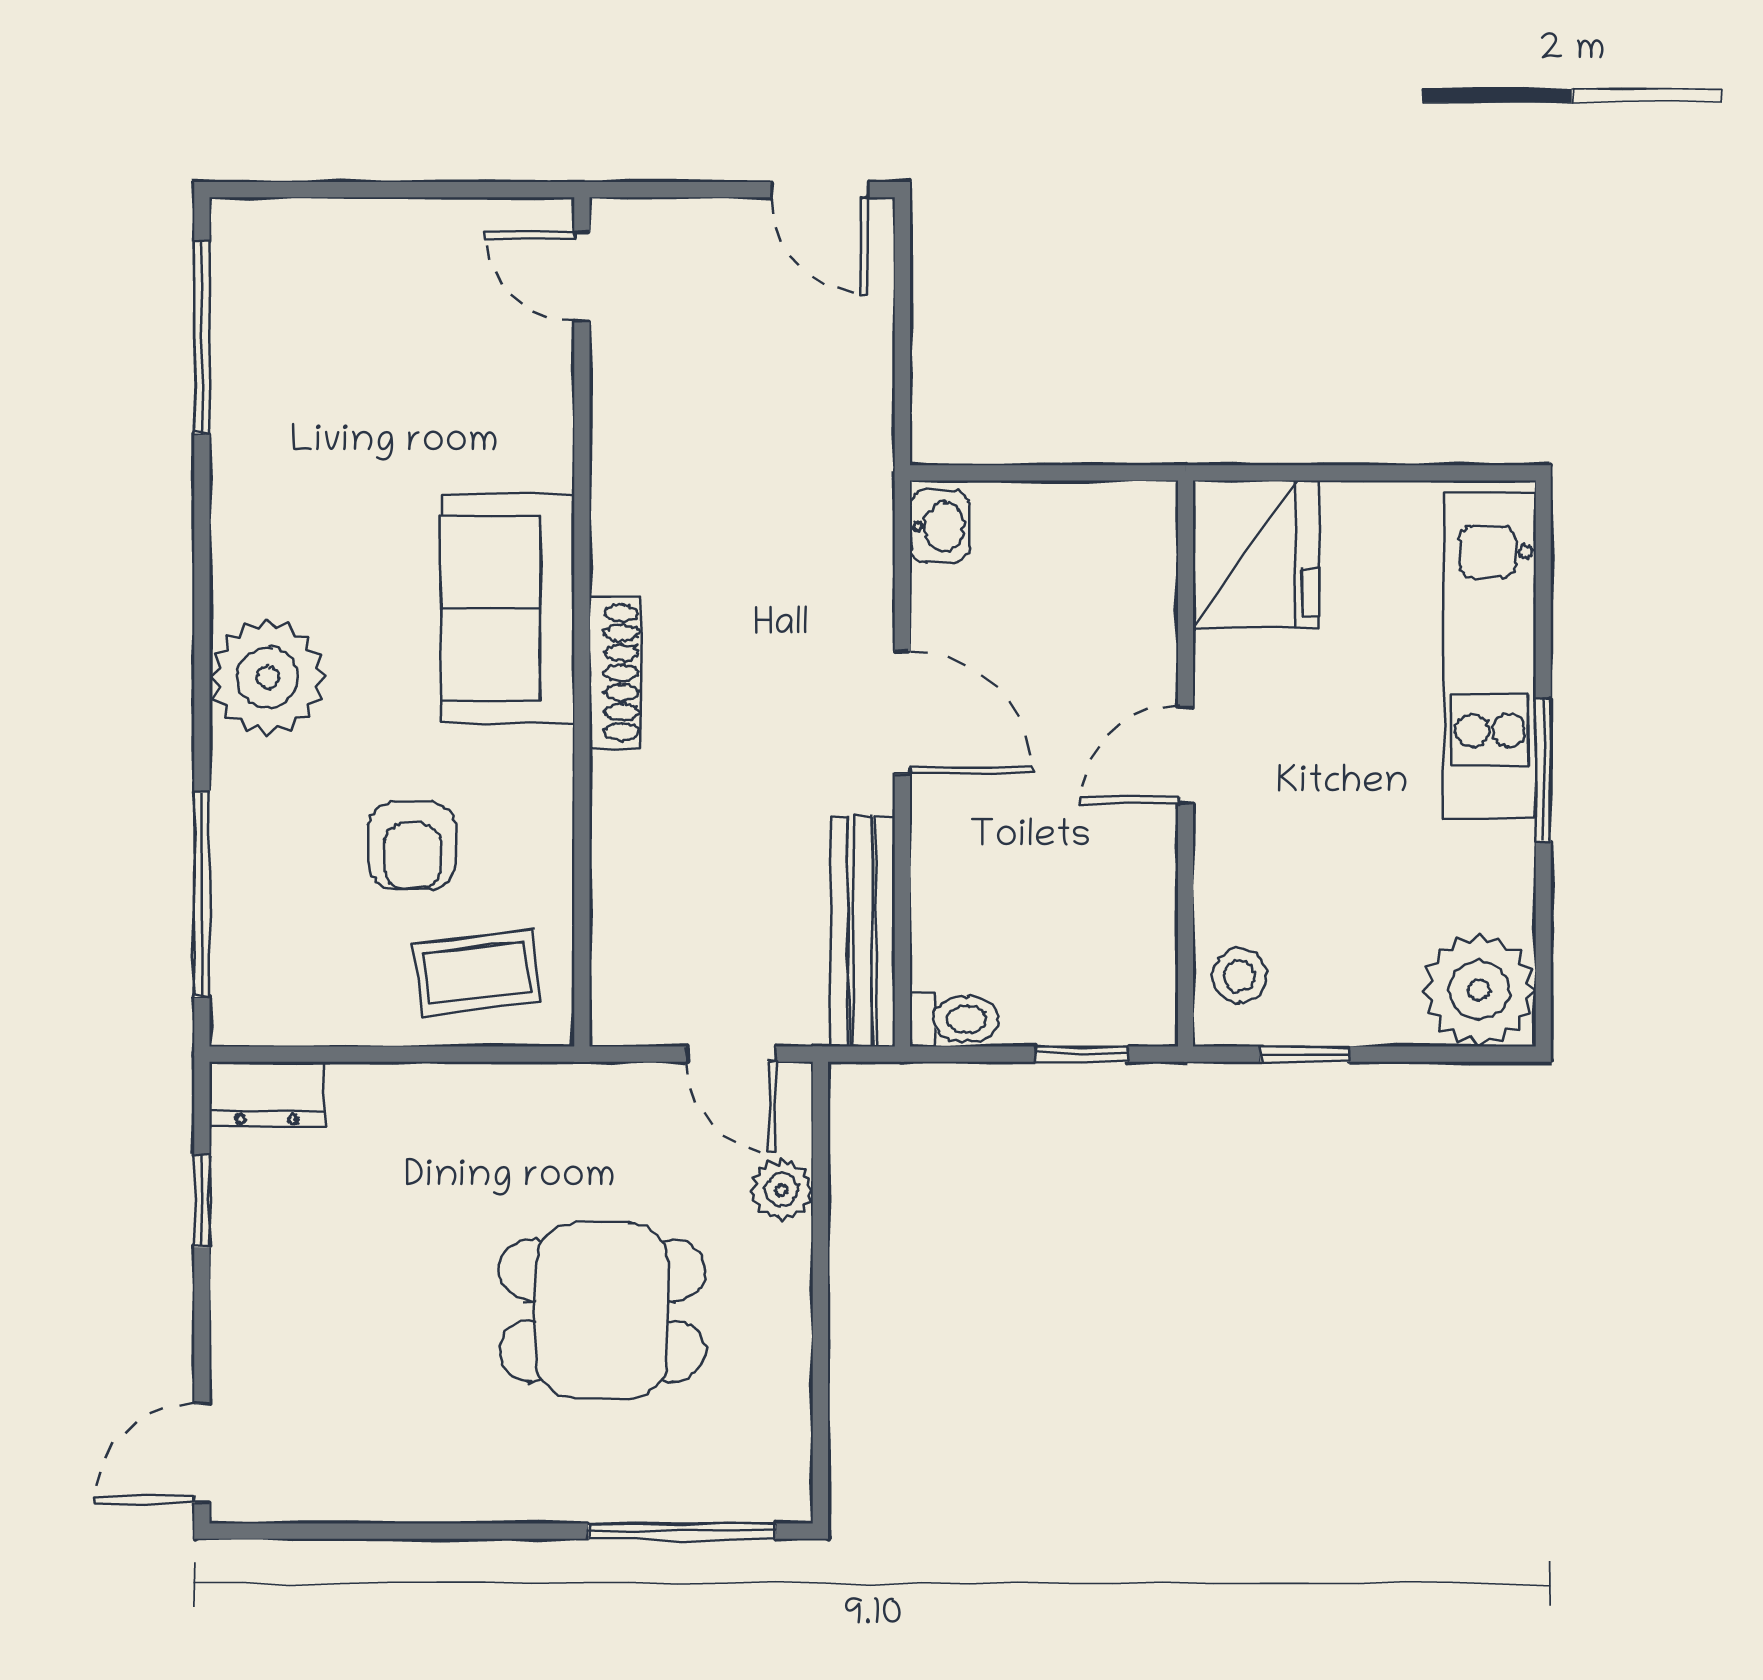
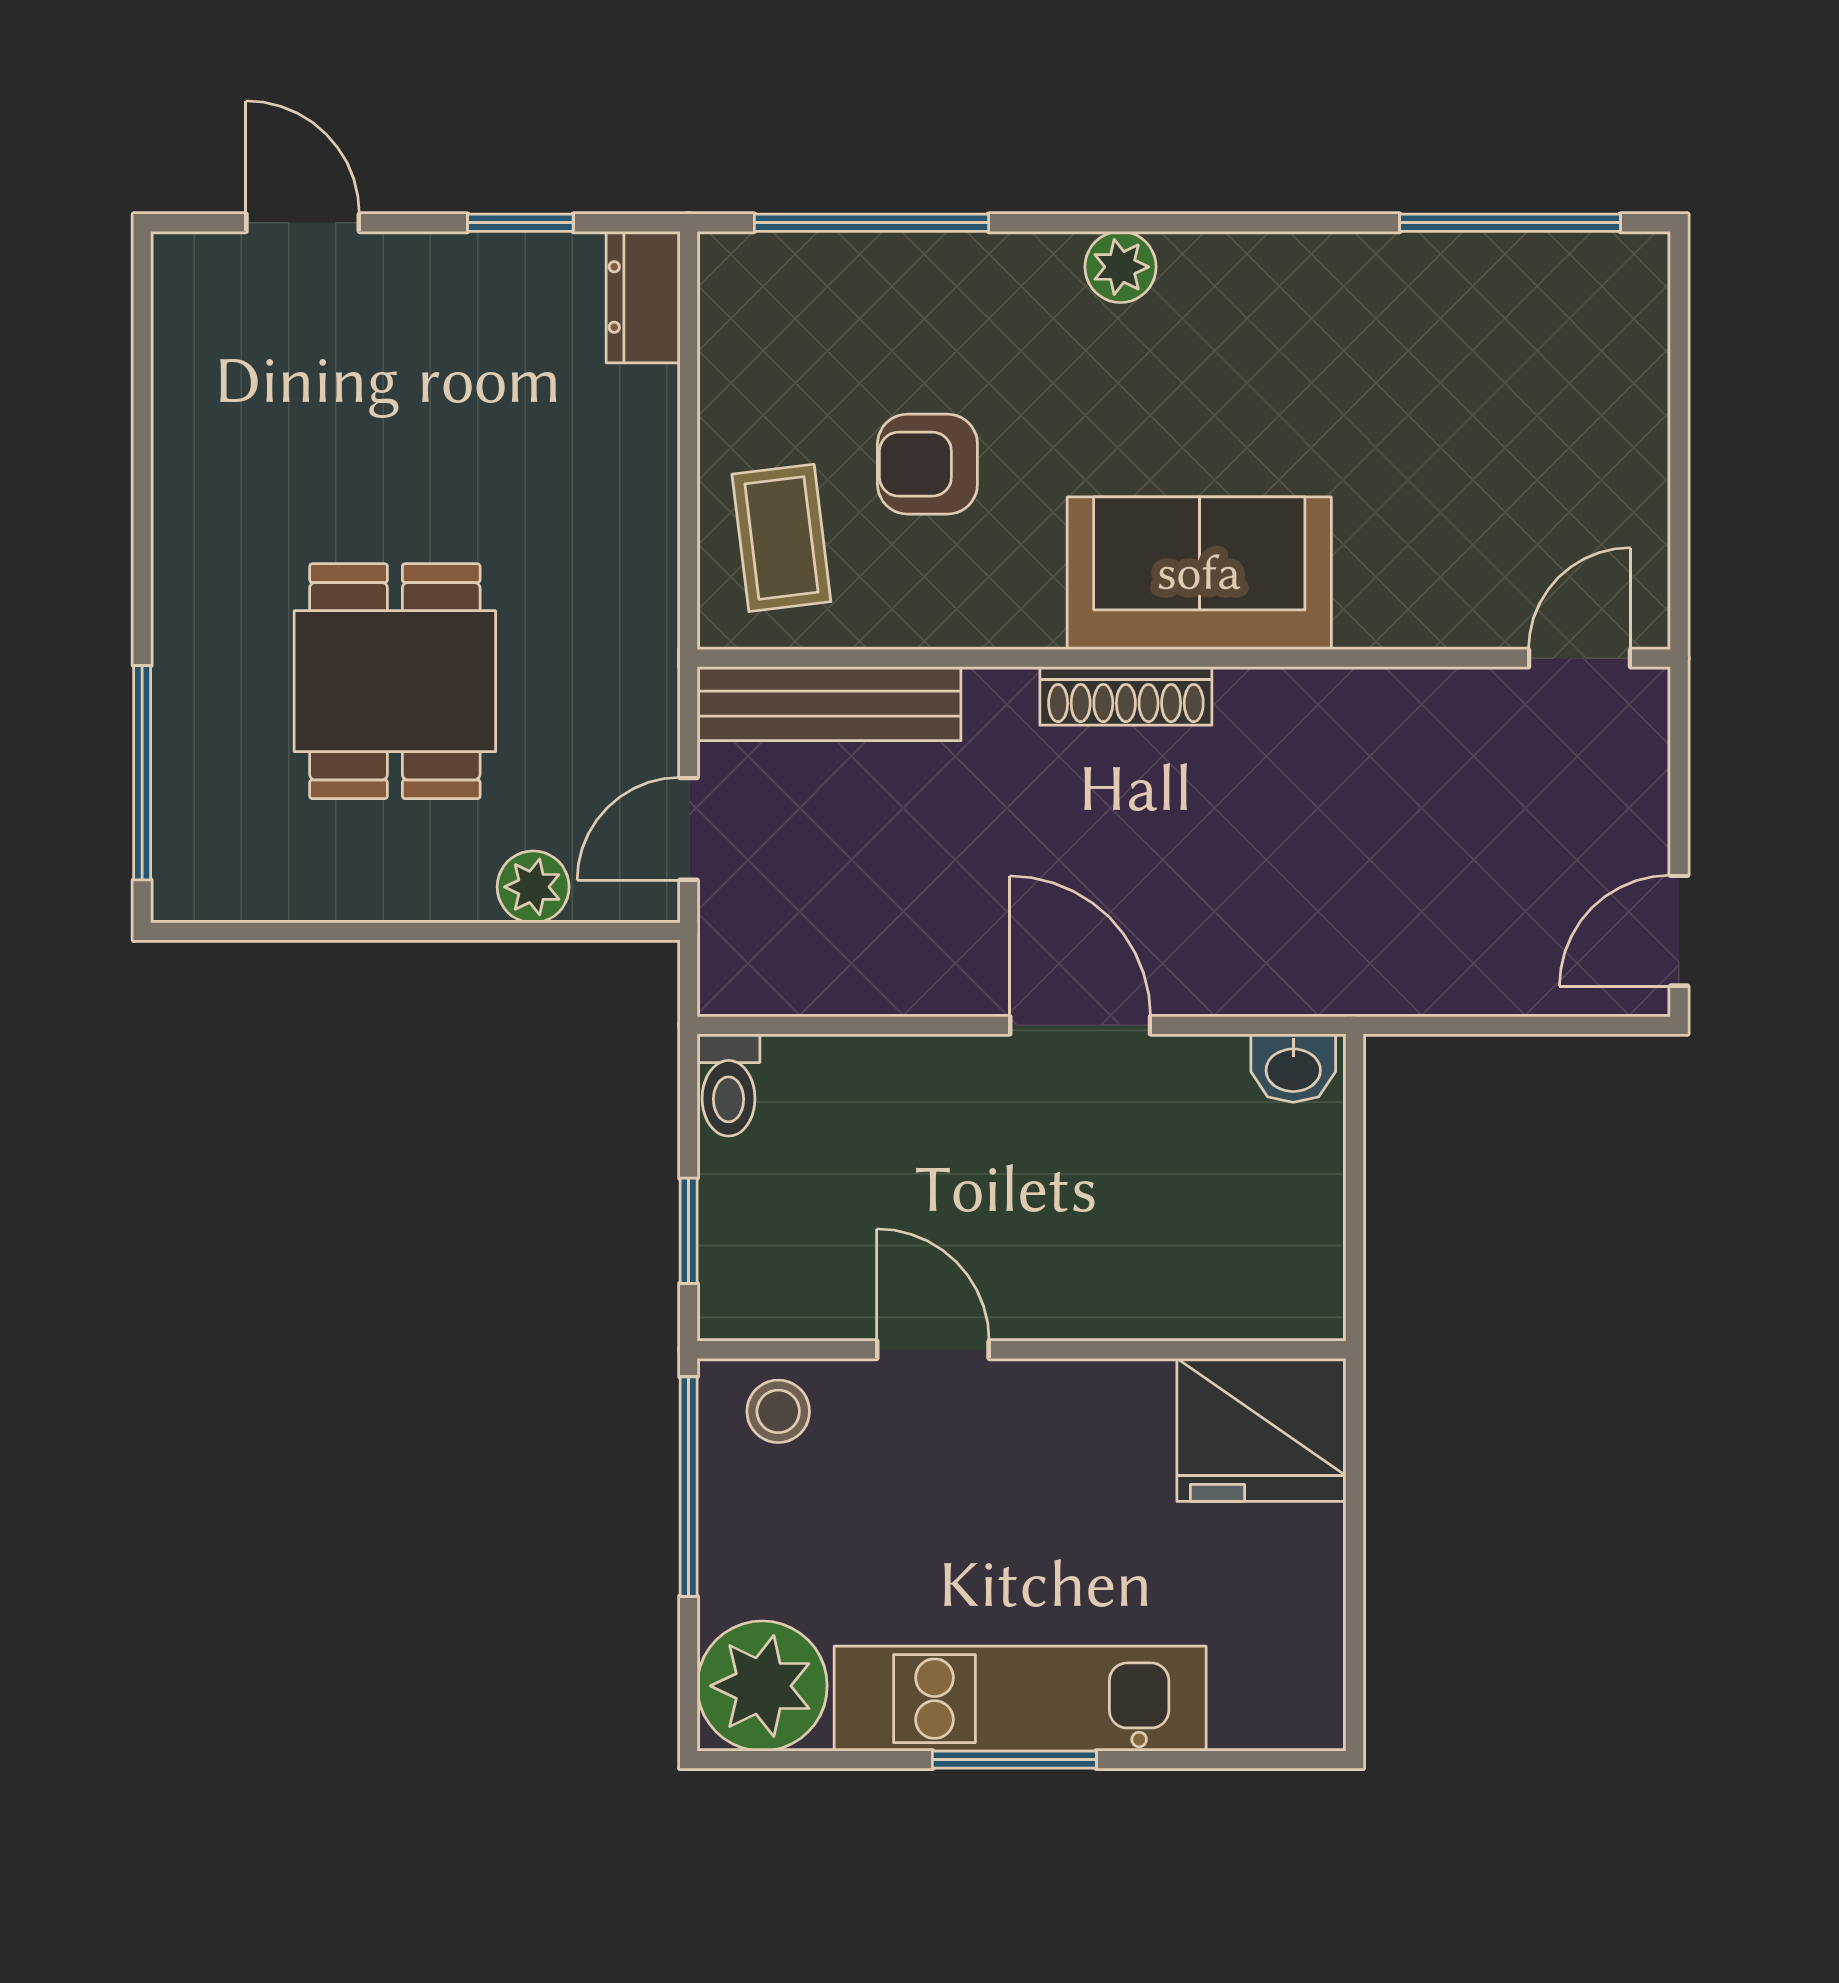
kitchen unit: (1490, 656) -> (1020, 1699), moved
plant: (268, 677) -> (1120, 267), width x0.53, depth x0.53
door: (902, 712) -> (1080, 1025), swing flipped
door: (1186, 755) -> (933, 1350), moved
bench: (863, 932) -> (829, 704), moved
window: (1305, 1054) -> (689, 1487), width x2.17
door: (202, 1453) -> (303, 223), moved

